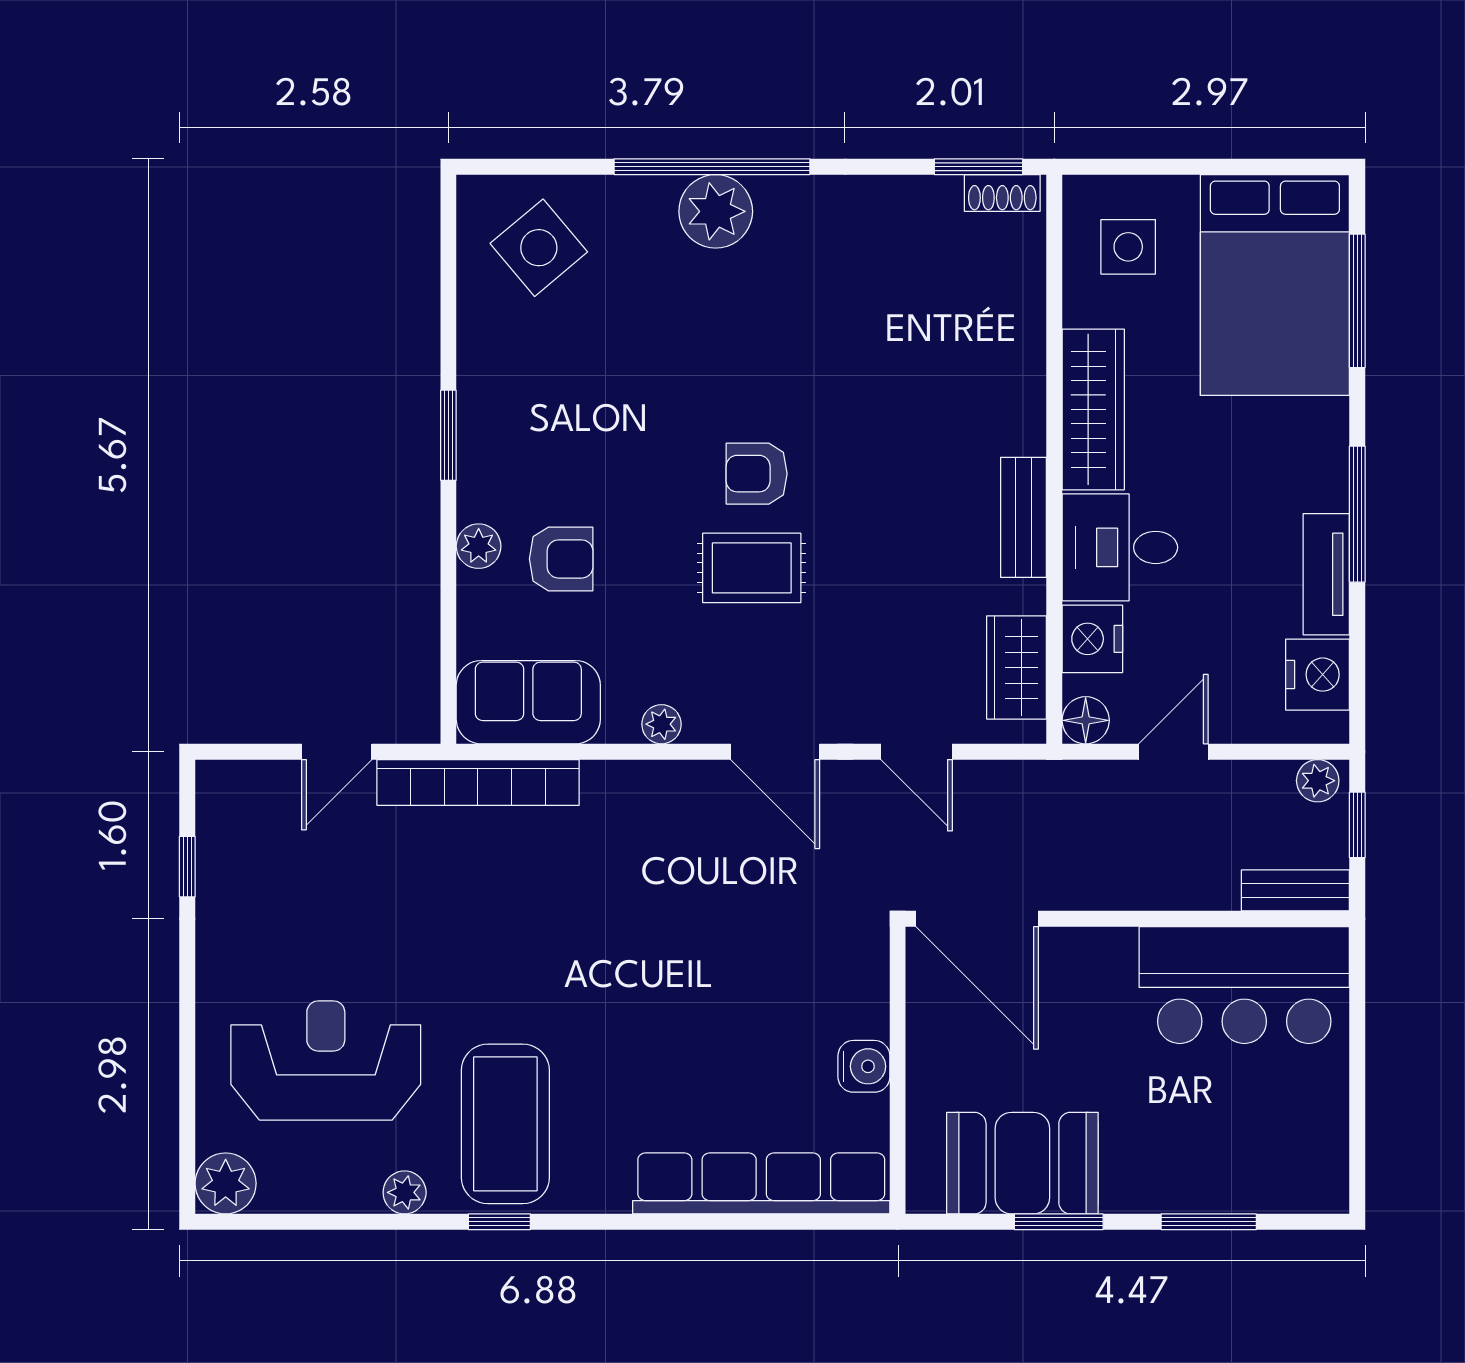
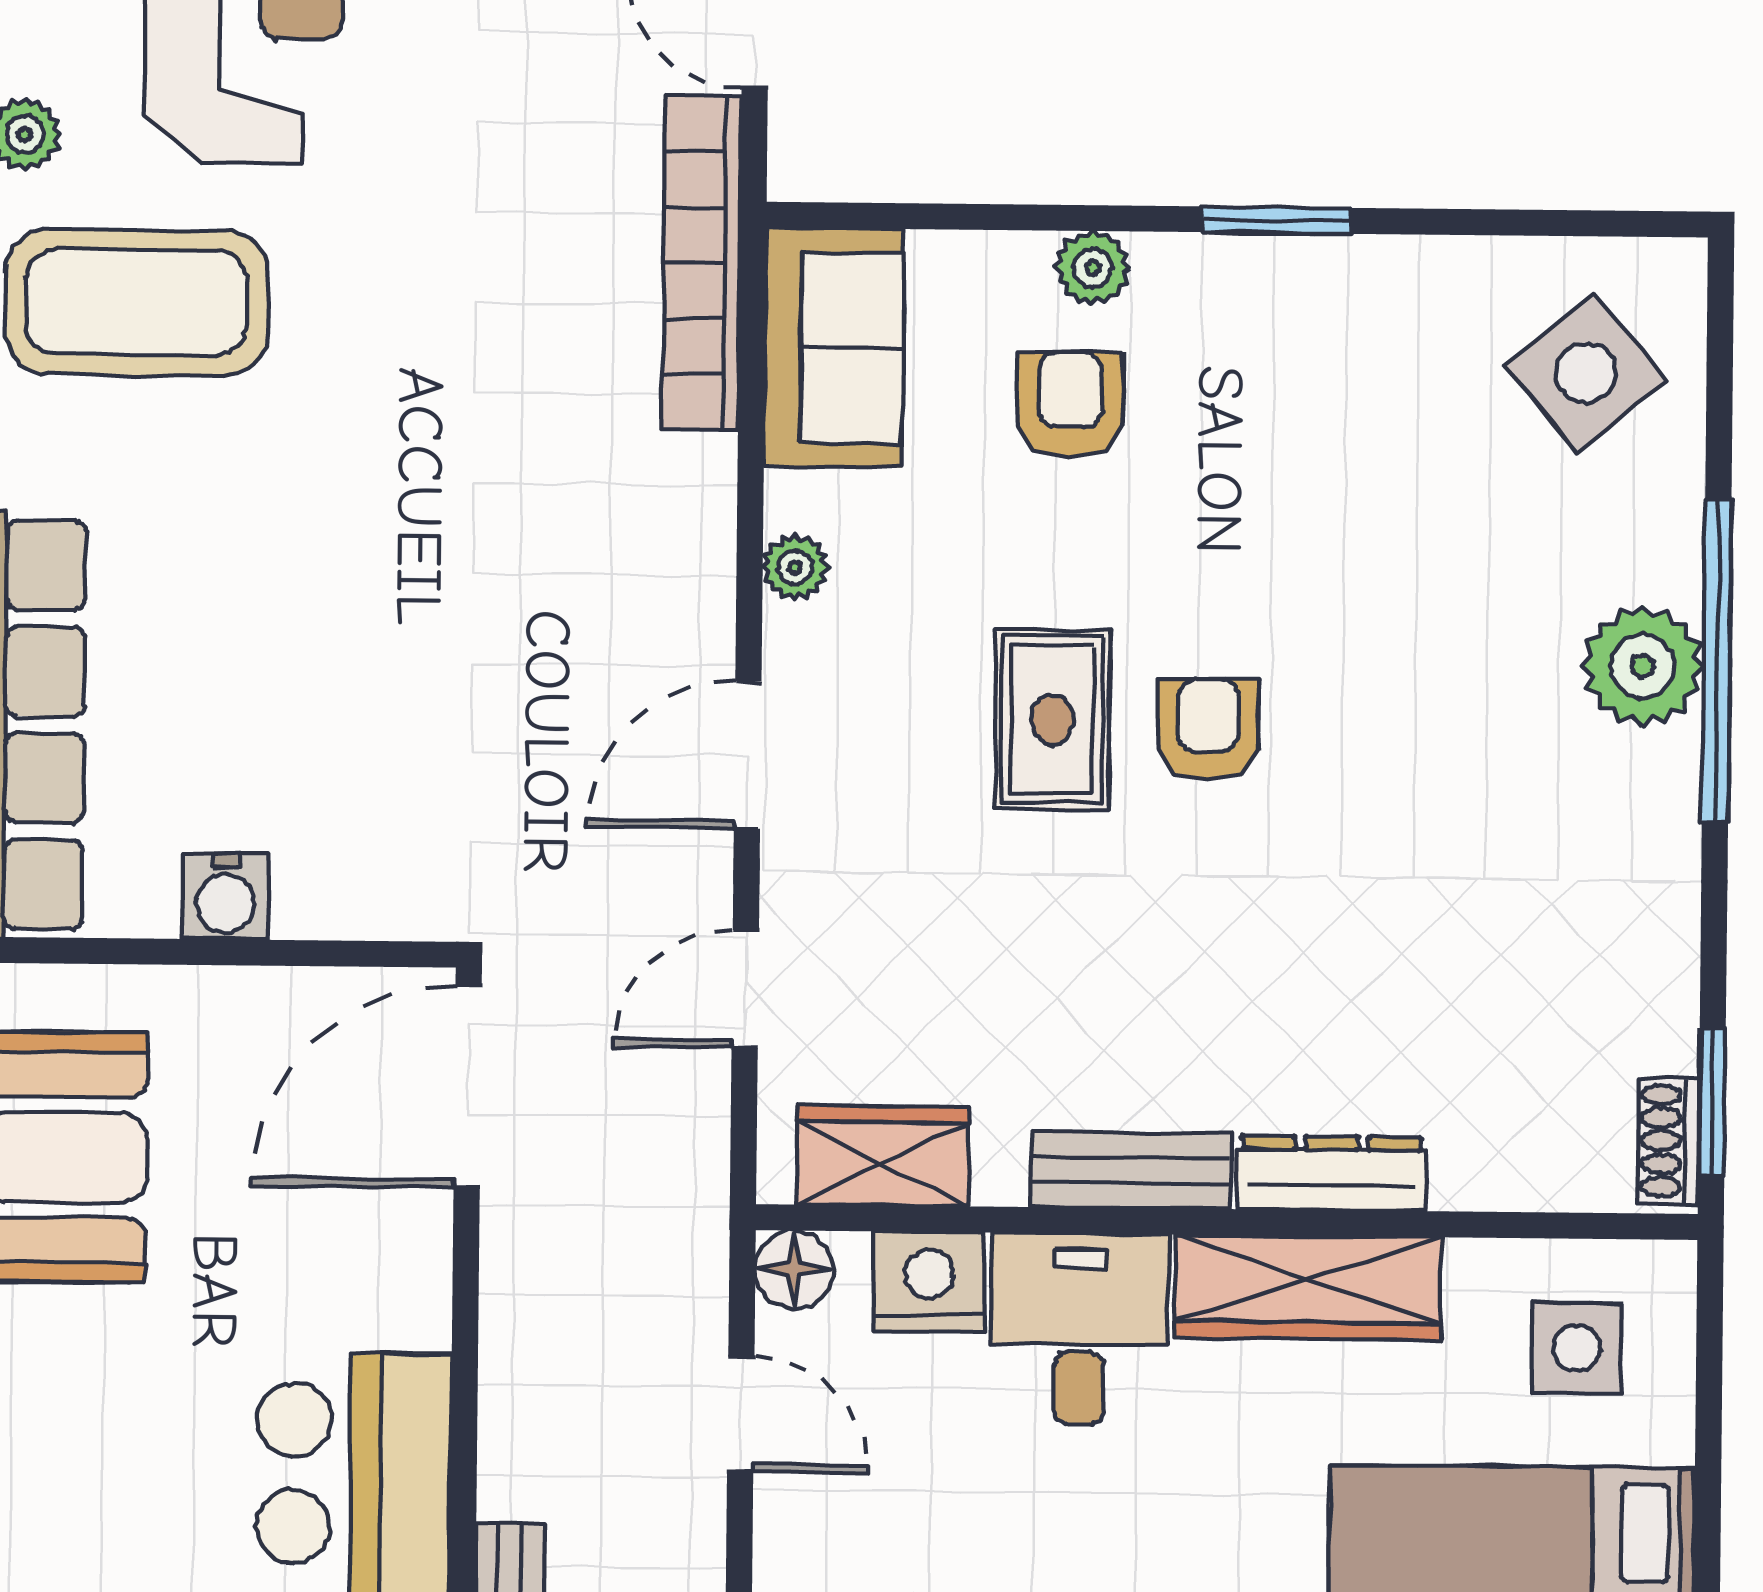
dresser: (1024, 396) -> (1332, 1173), added
armchair: (561, 559) -> (1070, 404), turned 180

